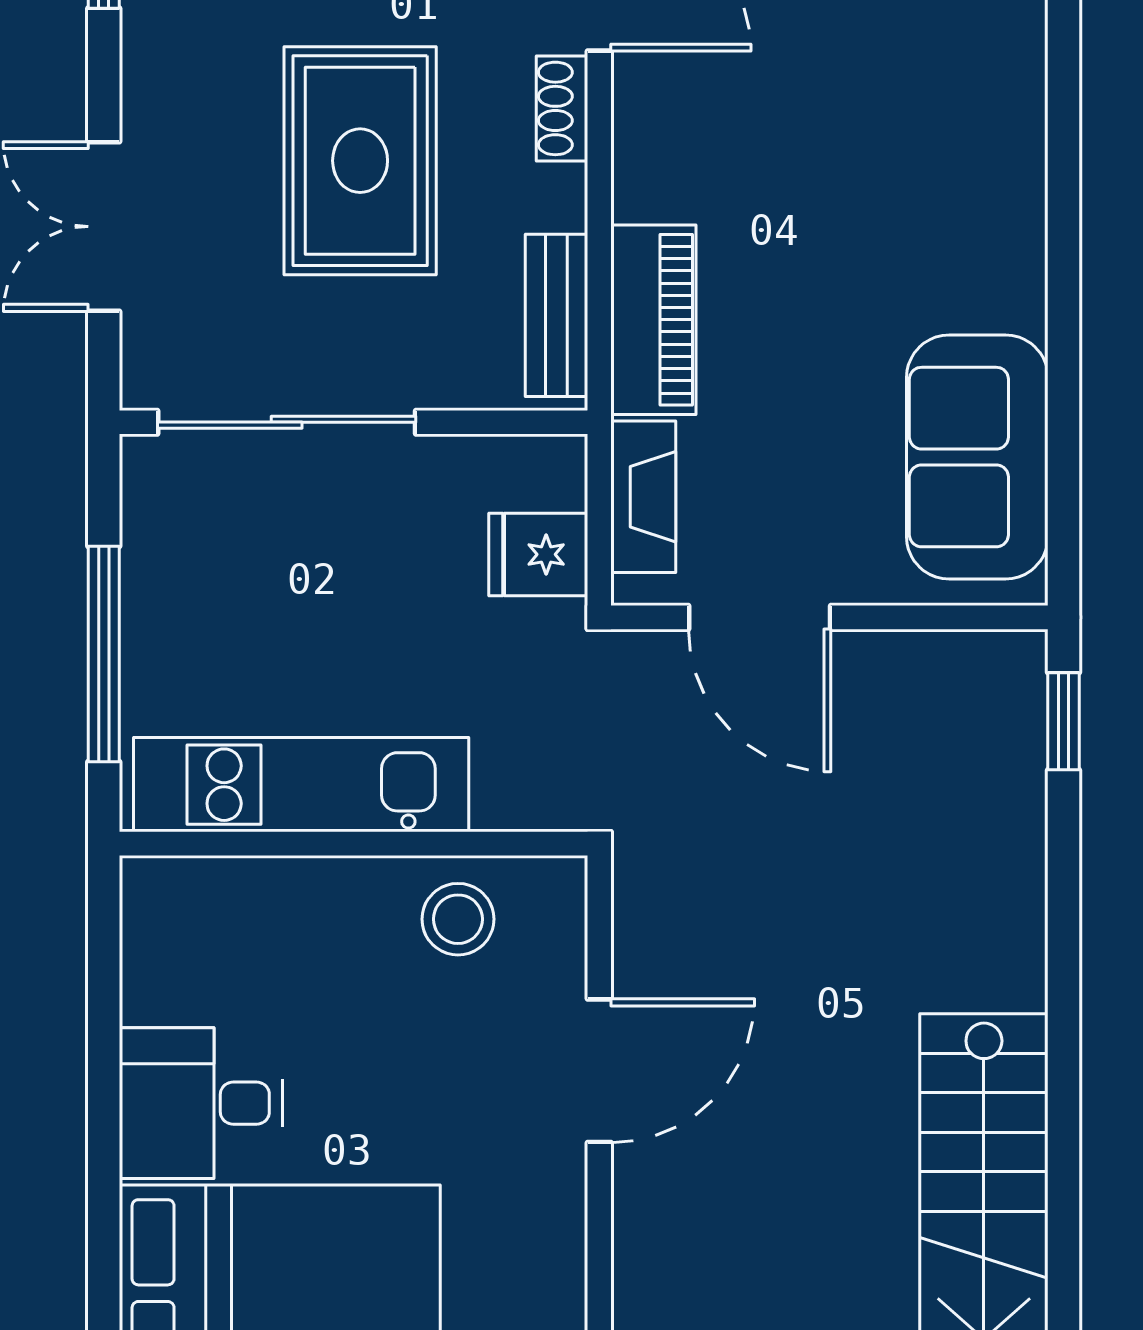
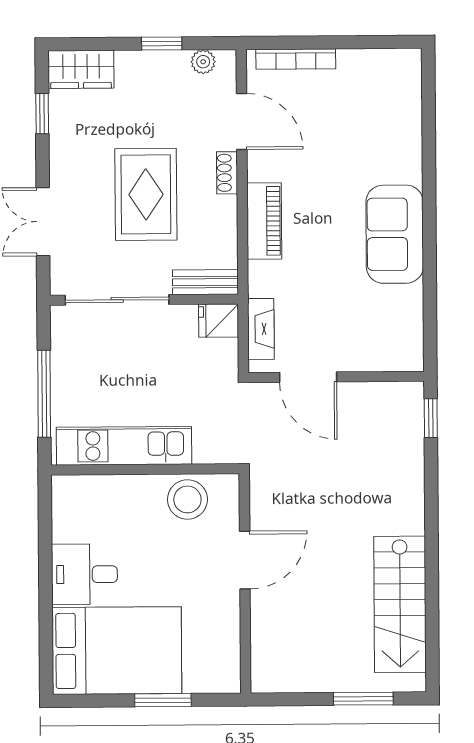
bench: (556, 315) -> (205, 282), moved, turned 90
piano: (653, 320) -> (264, 221), moved
sofa: (977, 457) -> (395, 234), moved
fridge: (538, 554) -> (219, 321), moved
stool: (458, 919) -> (187, 499), width x1.38, depth x1.38

